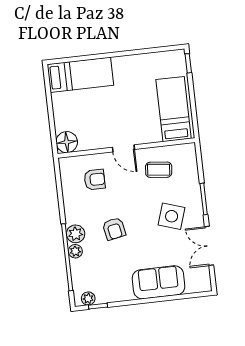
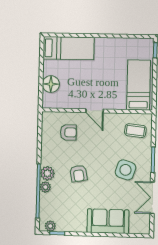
floor lamp: (67, 142) -> (51, 84), moved
coffee table: (159, 170) -> (135, 131), moved

